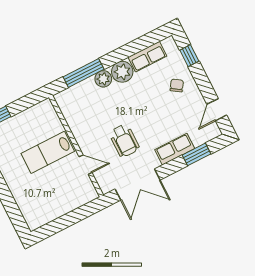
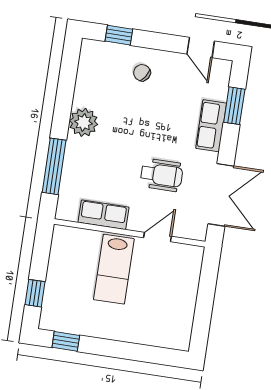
row of seats: (147, 57) -> (103, 215), moved, turned -90
plant: (103, 79) -> (76, 149), removed

